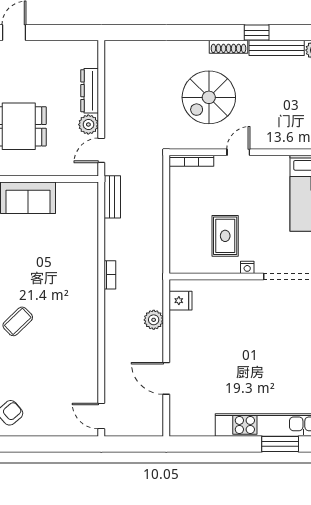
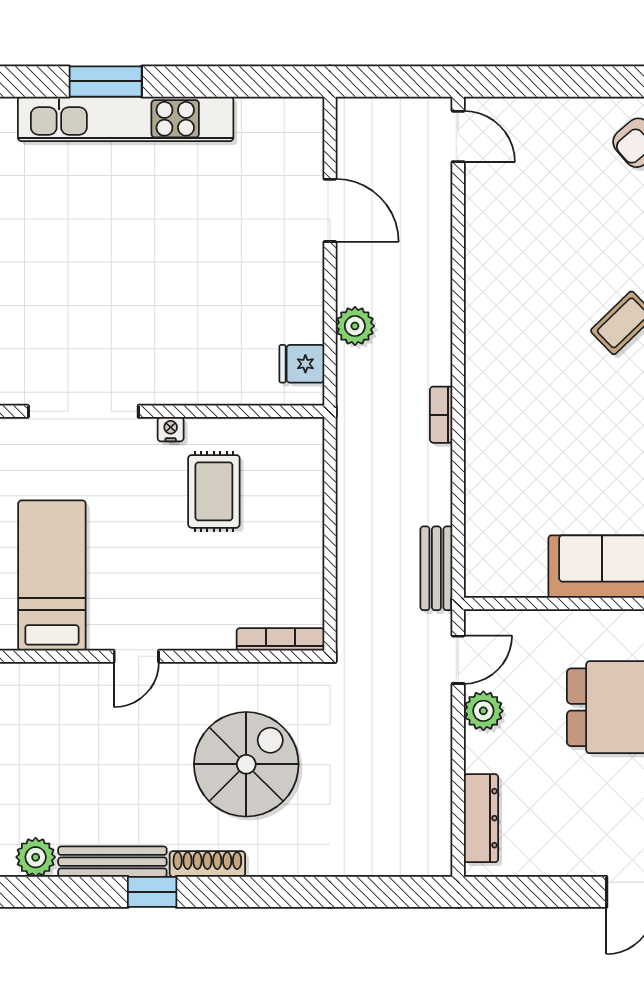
dresser: (90, 91) -> (481, 818), moved
door: (238, 152) -> (136, 656), moved

